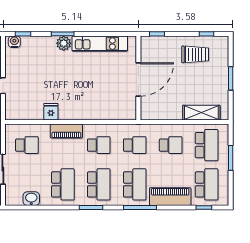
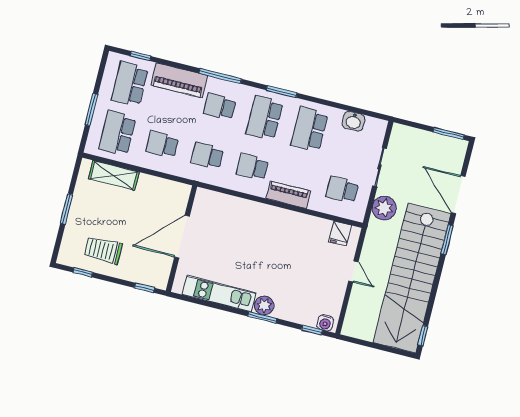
fridge: (51, 112) -> (340, 234), moved
school desk: (135, 184) -> (220, 107), width x0.54

